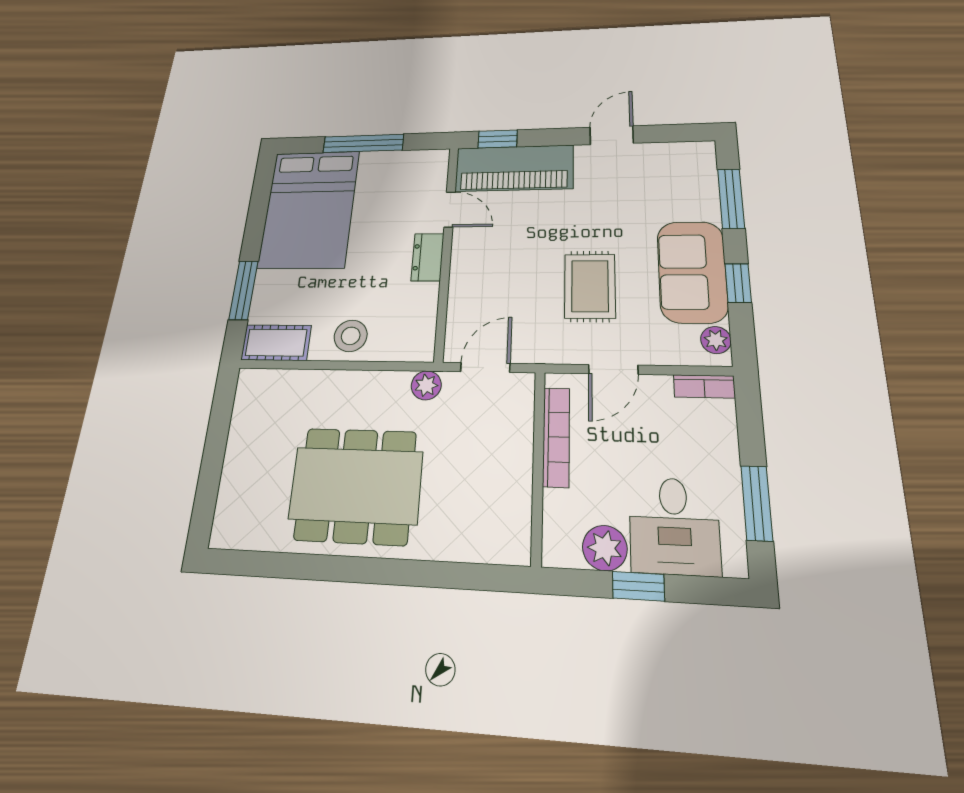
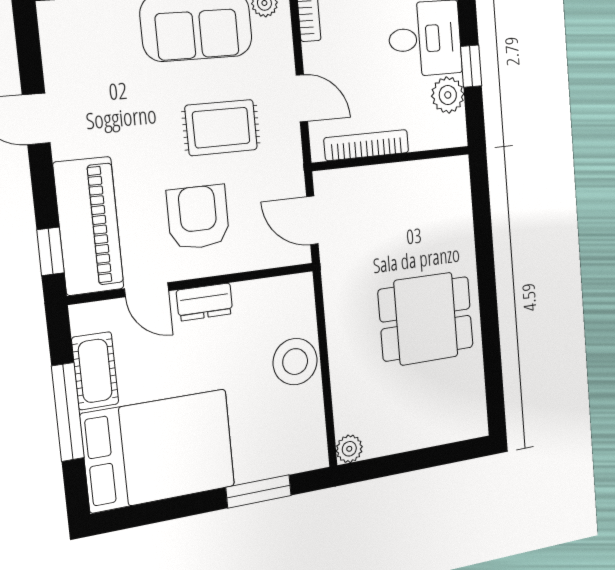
door: (450, 209) -> (147, 290), swing flipped
armchair: (507, 258) -> (198, 217), added
stool: (351, 336) -> (295, 362), width x1.38, depth x1.38
cot: (276, 343) -> (95, 371), moved
plant: (426, 385) -> (349, 449), moved
dining table: (356, 485) -> (426, 319), width x0.73

